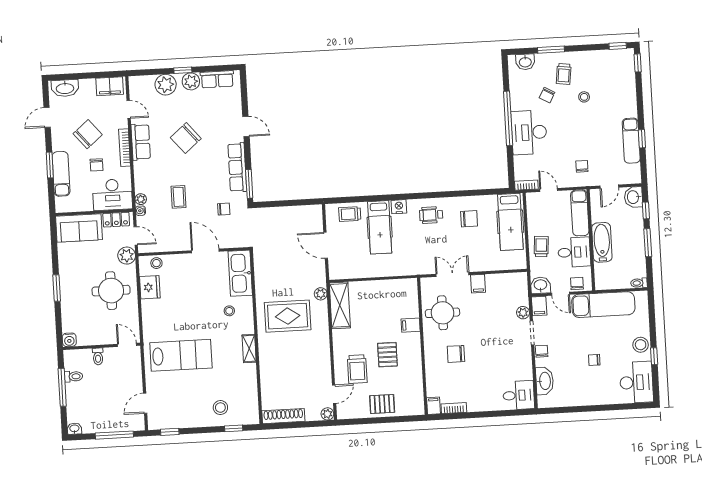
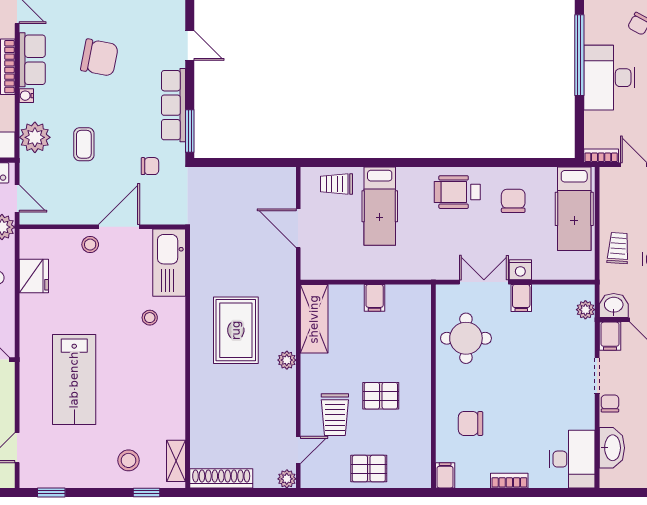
chair: (186, 138) -> (99, 58), turned -129
plant: (141, 199) -> (35, 137), width x1.88, depth x1.88
nightstand: (399, 207) -> (520, 270), moved, turned 180
water cooler: (141, 211) -> (26, 96), moved
wheelchair: (431, 215) -> (457, 192), width x1.36, depth x1.37
chair: (469, 219) -> (513, 201), turned -90
door: (205, 251) -> (119, 227), hinge flipped
stool: (156, 263) -> (90, 245), moved
plant: (321, 294) -> (287, 360), moved
plant: (523, 313) -> (585, 310), moved
rug: (288, 316) -> (236, 330), turned 90
filing cabinet: (411, 325) -> (375, 298), moved, turned -90
shelving: (249, 349) -> (176, 461), moved
chair: (456, 354) -> (471, 423), moved
lab bench: (181, 355) -> (74, 380), turned 90
pallet: (387, 355) -> (381, 396), turned 90
desk: (519, 395) -> (572, 459), width x1.37
bookcase: (454, 408) -> (509, 481), moved

